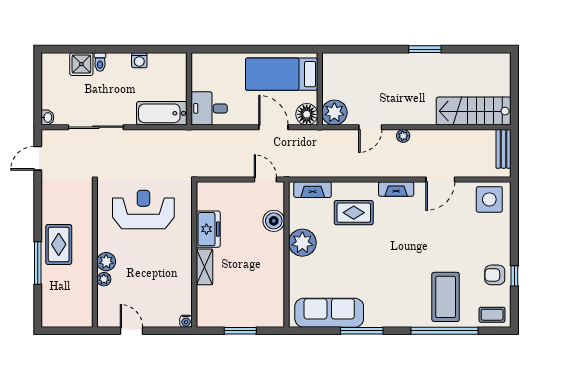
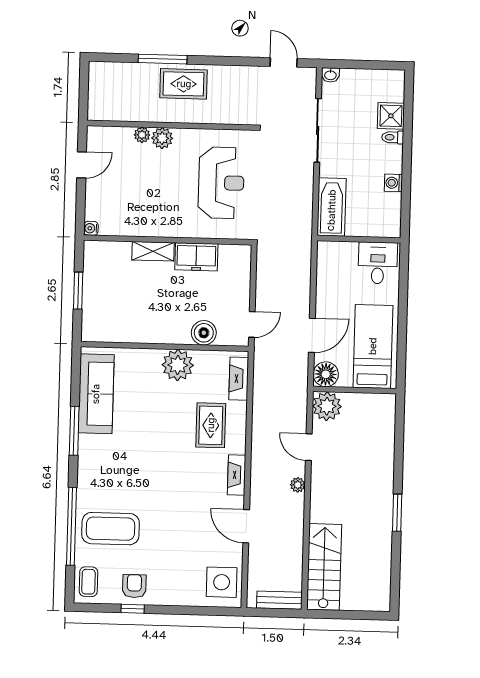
desk: (209, 108) -> (378, 263), moved

